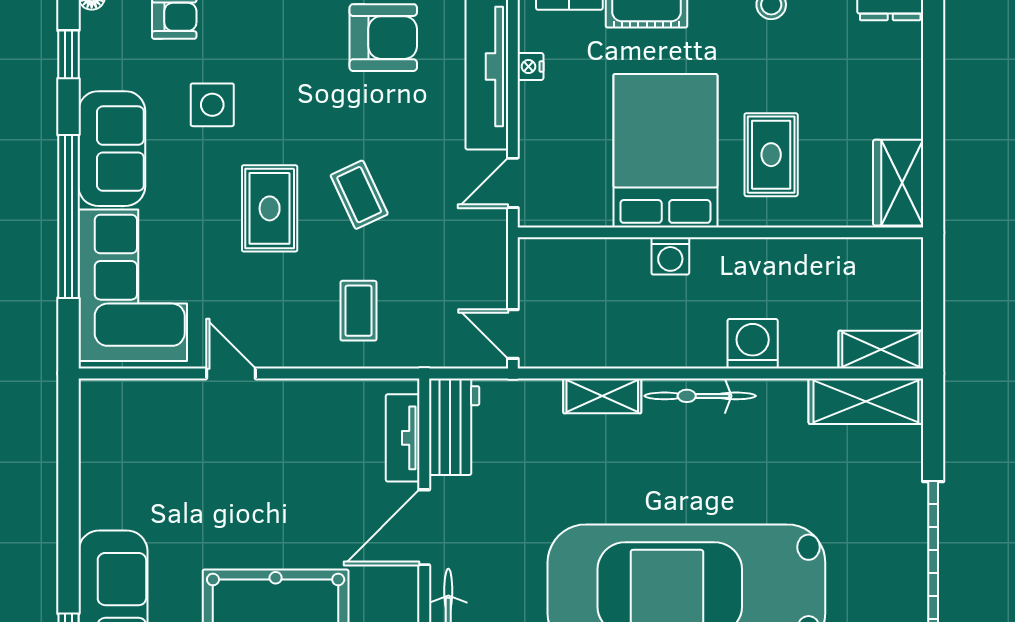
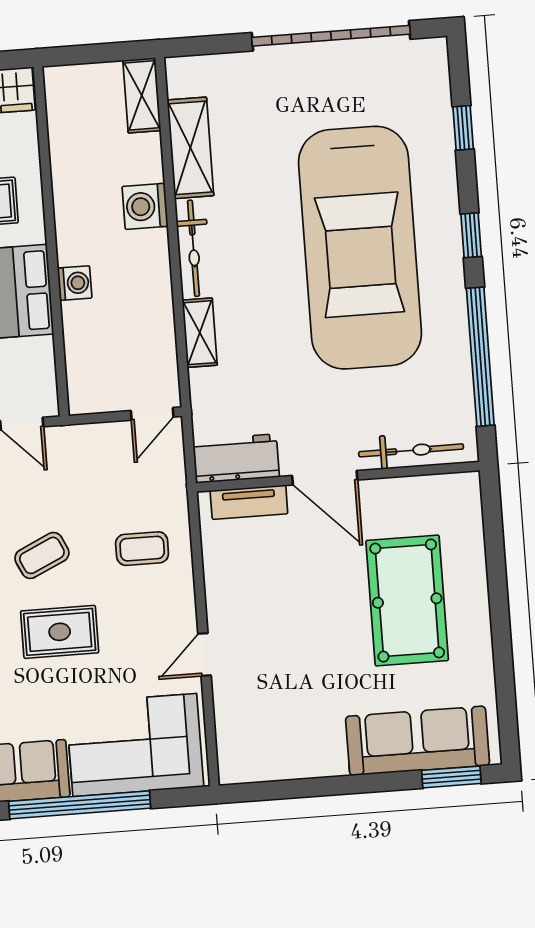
shelving: (866, 401) -> (190, 148), moved

